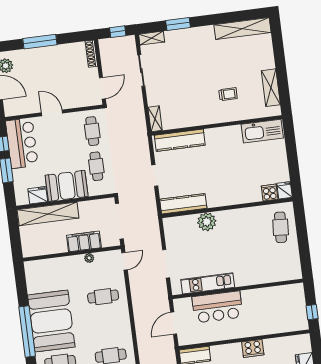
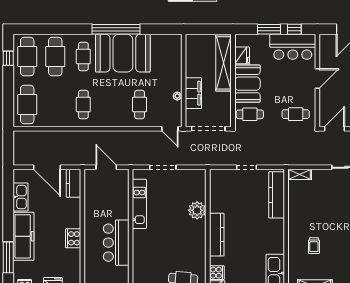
door: (102, 88) -> (335, 129), swing flipped
cafe table: (96, 166) -> (250, 114), moved
kitchen counter: (183, 204) -> (217, 235), moved
bar counter: (217, 307) -> (116, 243), moved

